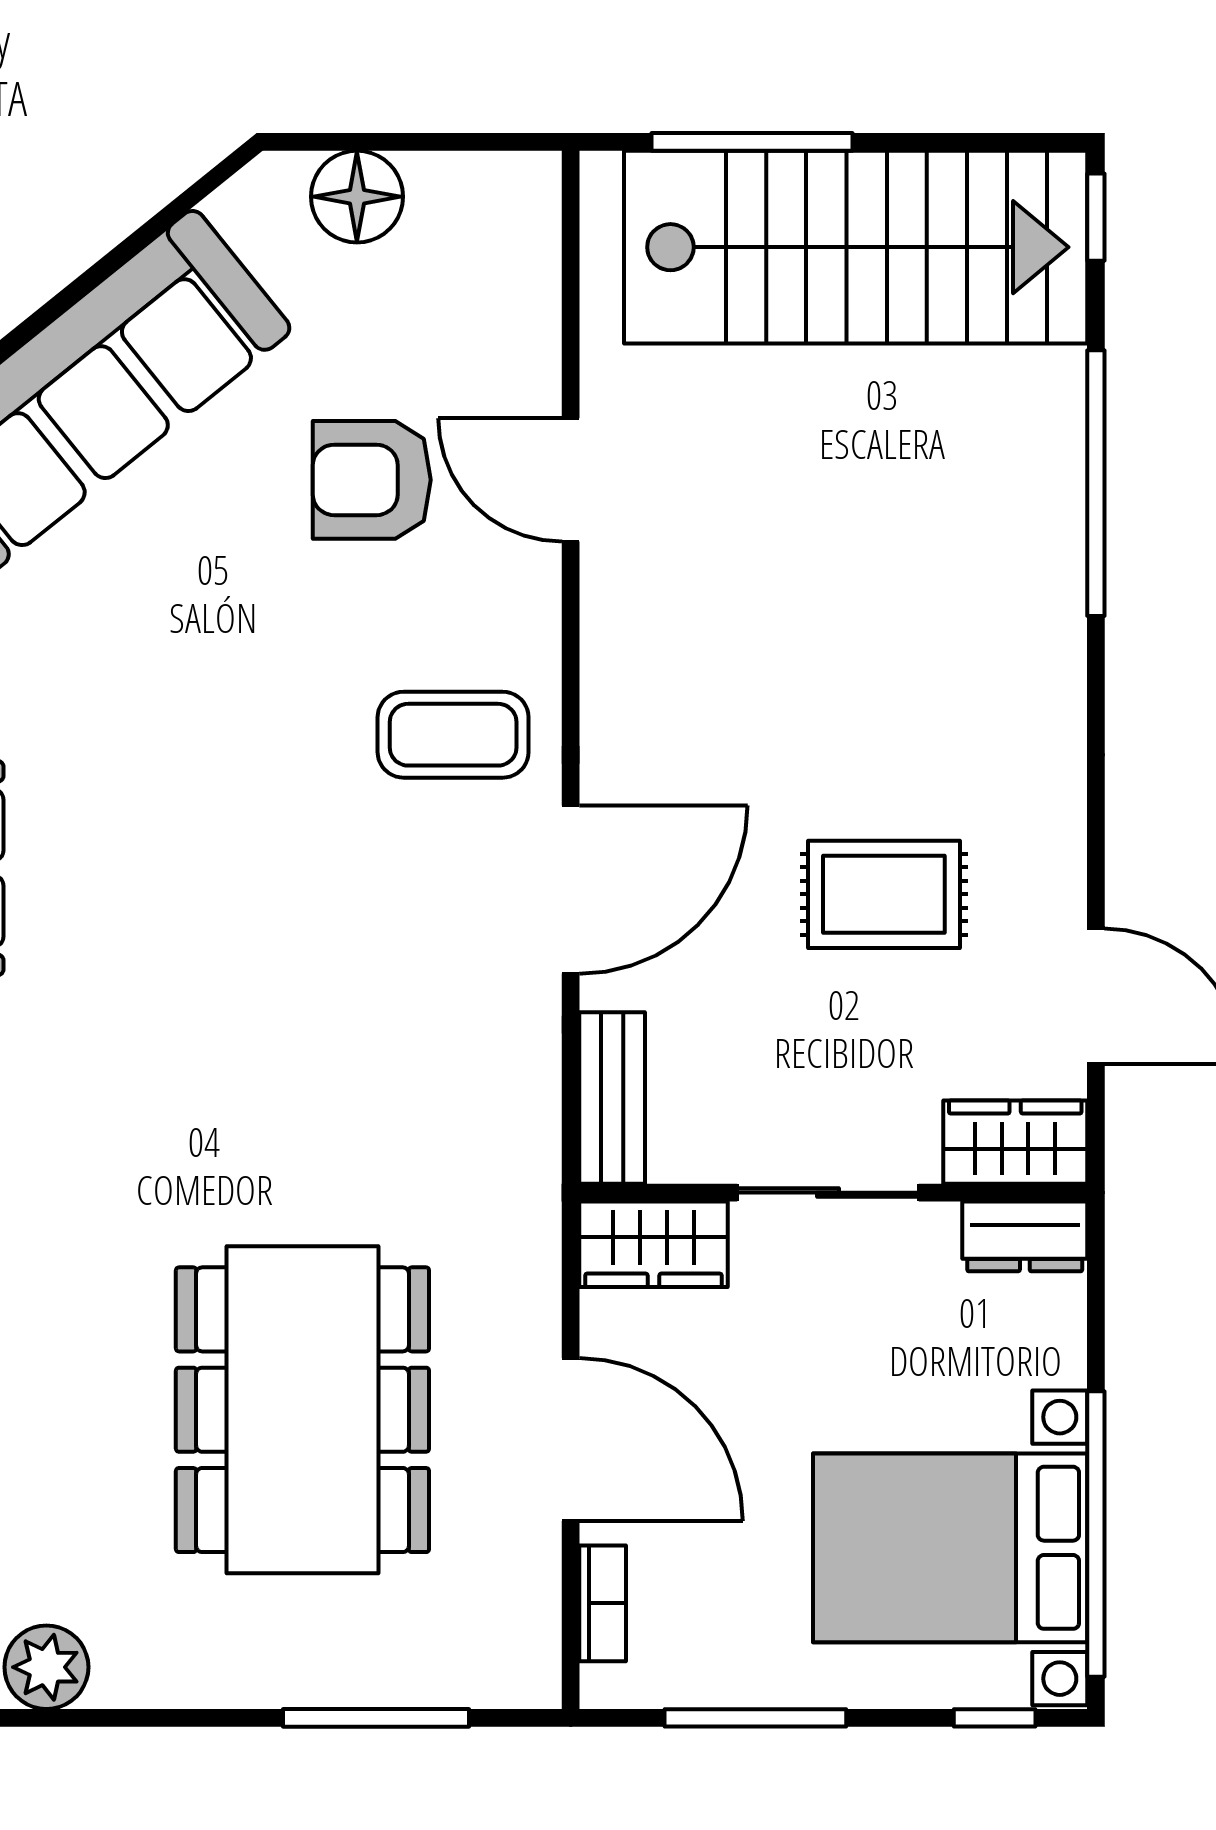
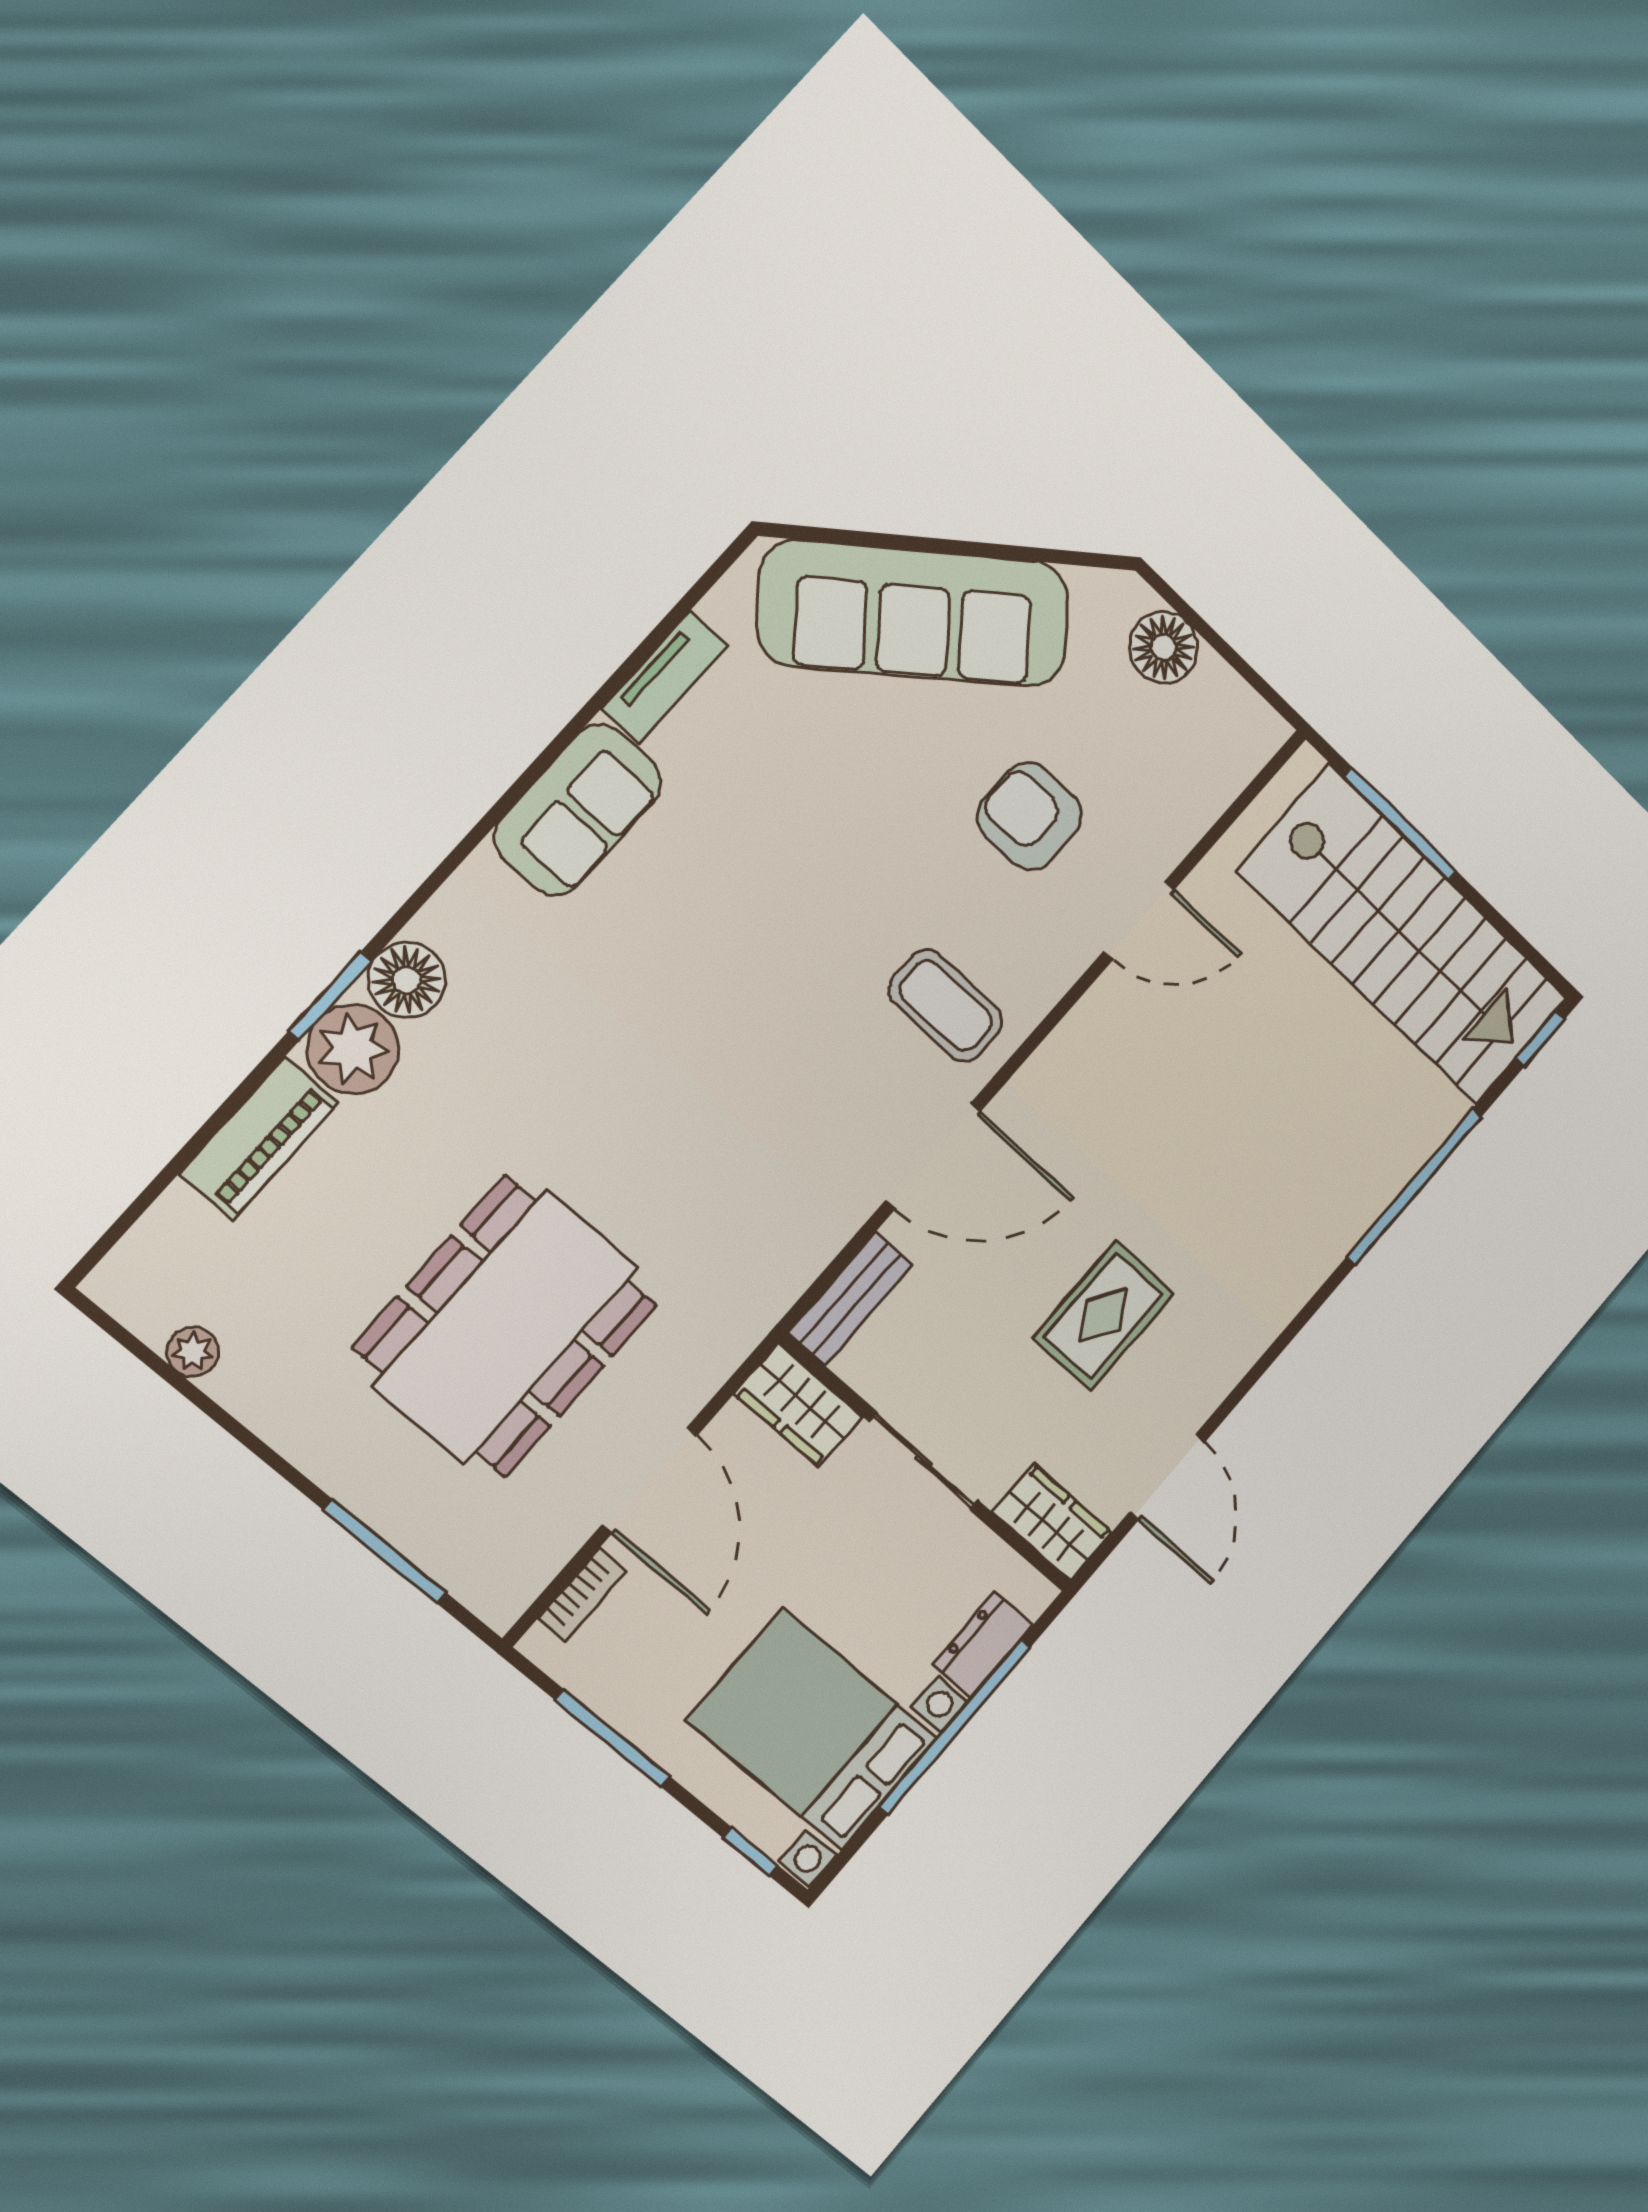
door: (571, 480) -> (1139, 920), swing flipped
rug: (884, 894) -> (1103, 1316), turned 90
dresser: (1025, 1236) -> (983, 1645), moved, turned 90
window: (1096, 1534) -> (955, 1726), moved
plant: (46, 1667) -> (193, 1352), width x0.73, depth x0.73

